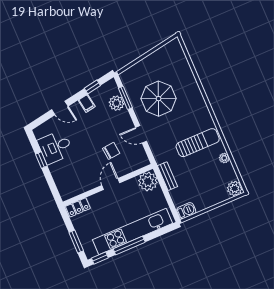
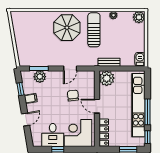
parasol: (159, 99) -> (67, 28), moved
corner desk: (70, 175) -> (78, 133), added
locker: (78, 207) -> (104, 132), width x1.53

